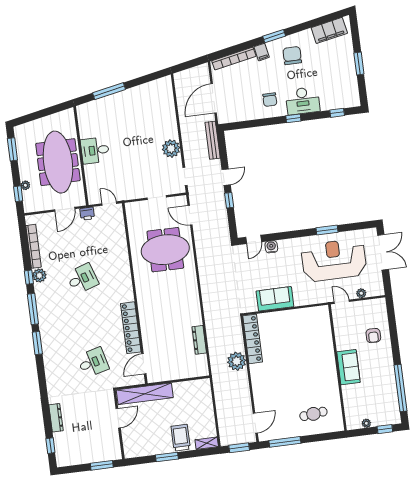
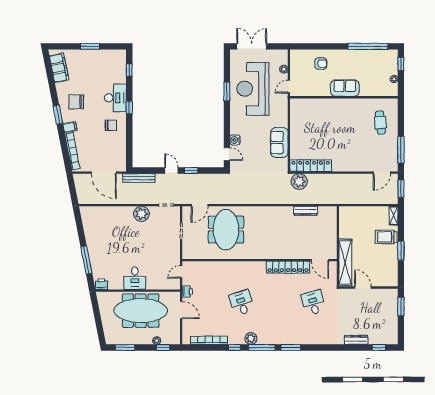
printer: (83, 112) -> (101, 284), added
plant: (39, 275) -> (251, 338), moved
plant: (237, 361) -> (299, 182), moved
door: (255, 423) -> (382, 173), swing flipped

